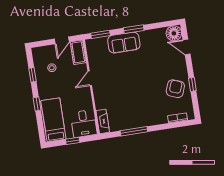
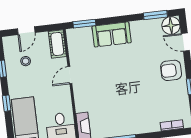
window: (134, 29) -> (155, 15), moved
door: (62, 40) -> (26, 31), moved
armchair: (175, 89) -> (171, 70), moved, turned -111

